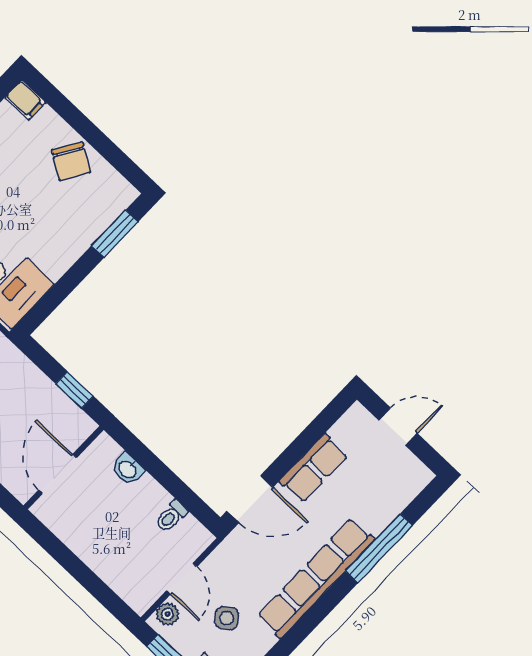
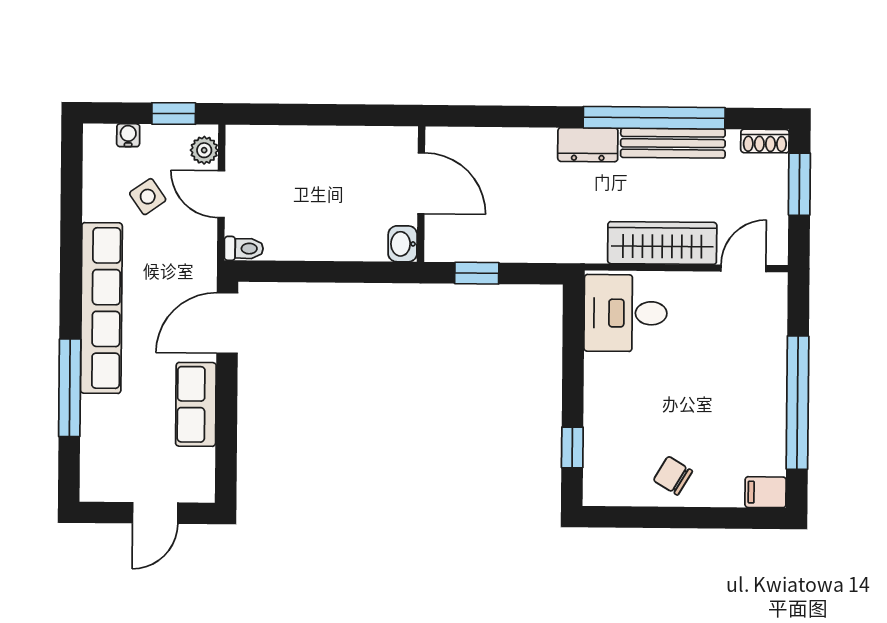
chair: (71, 161) -> (673, 476), width x0.73, depth x0.73
window: (115, 234) -> (572, 447), width x0.67
washbasin: (128, 469) -> (403, 244), moved, turned -90
toilet: (171, 516) -> (244, 248), moved, turned 90

